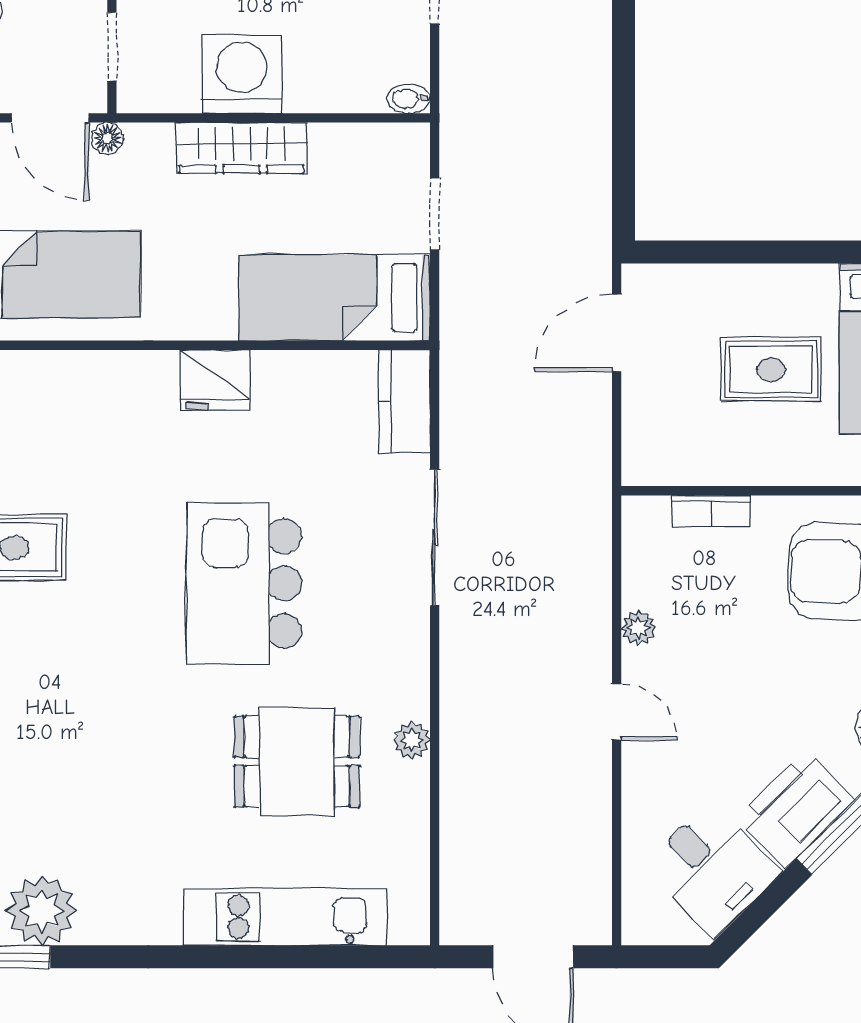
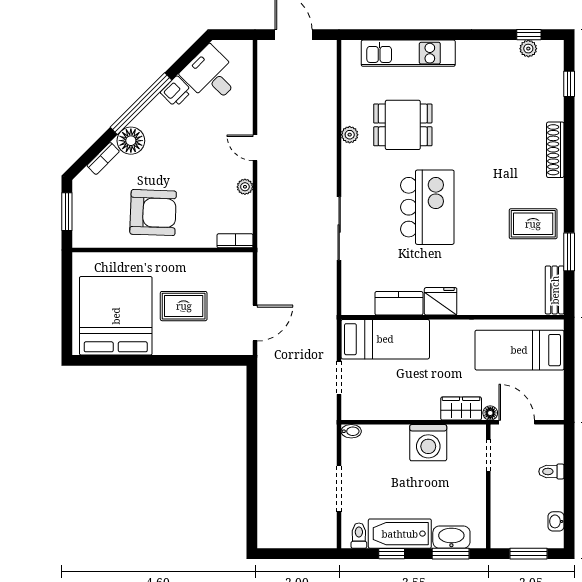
wardrobe: (241, 148) -> (461, 408), moved, width x0.67
kitchen counter: (404, 401) -> (399, 303), moved, turned -90
bookcase: (711, 511) -> (235, 241), moved
printer: (795, 809) -> (176, 92), width x0.53, depth x0.68
plant: (42, 911) -> (528, 49), width x0.53, depth x0.53

